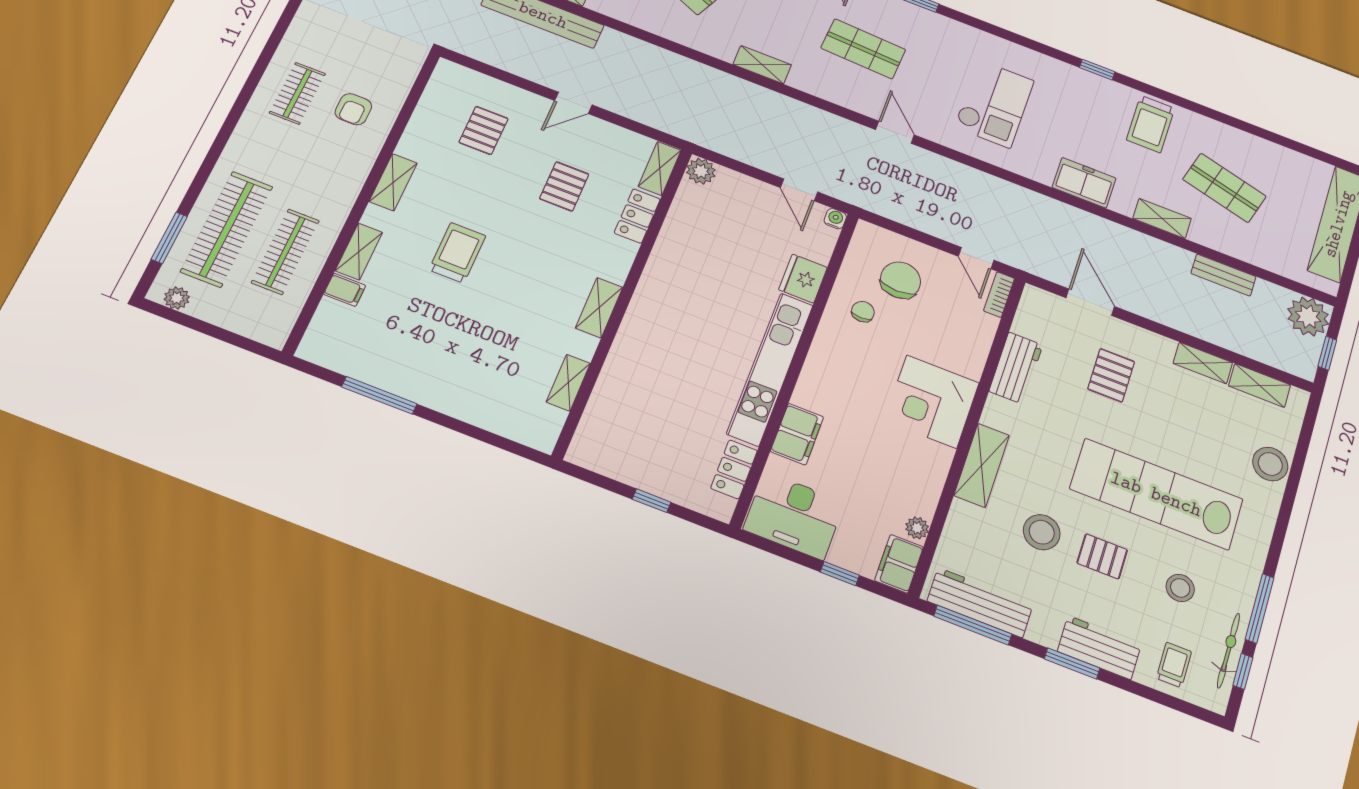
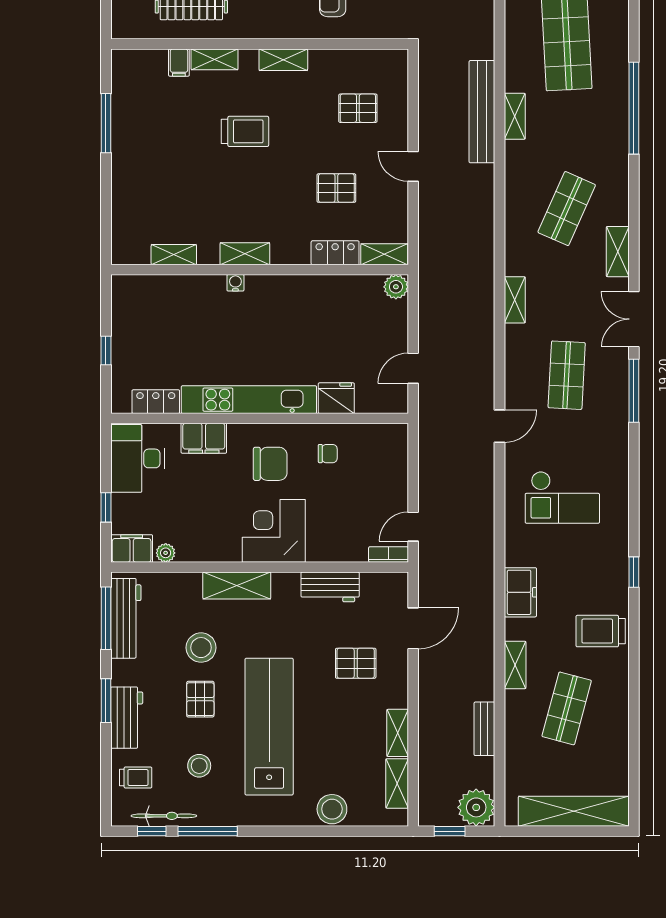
water cooler: (835, 219) -> (235, 283), moved, turned -90
chair: (901, 280) -> (270, 464), moved

